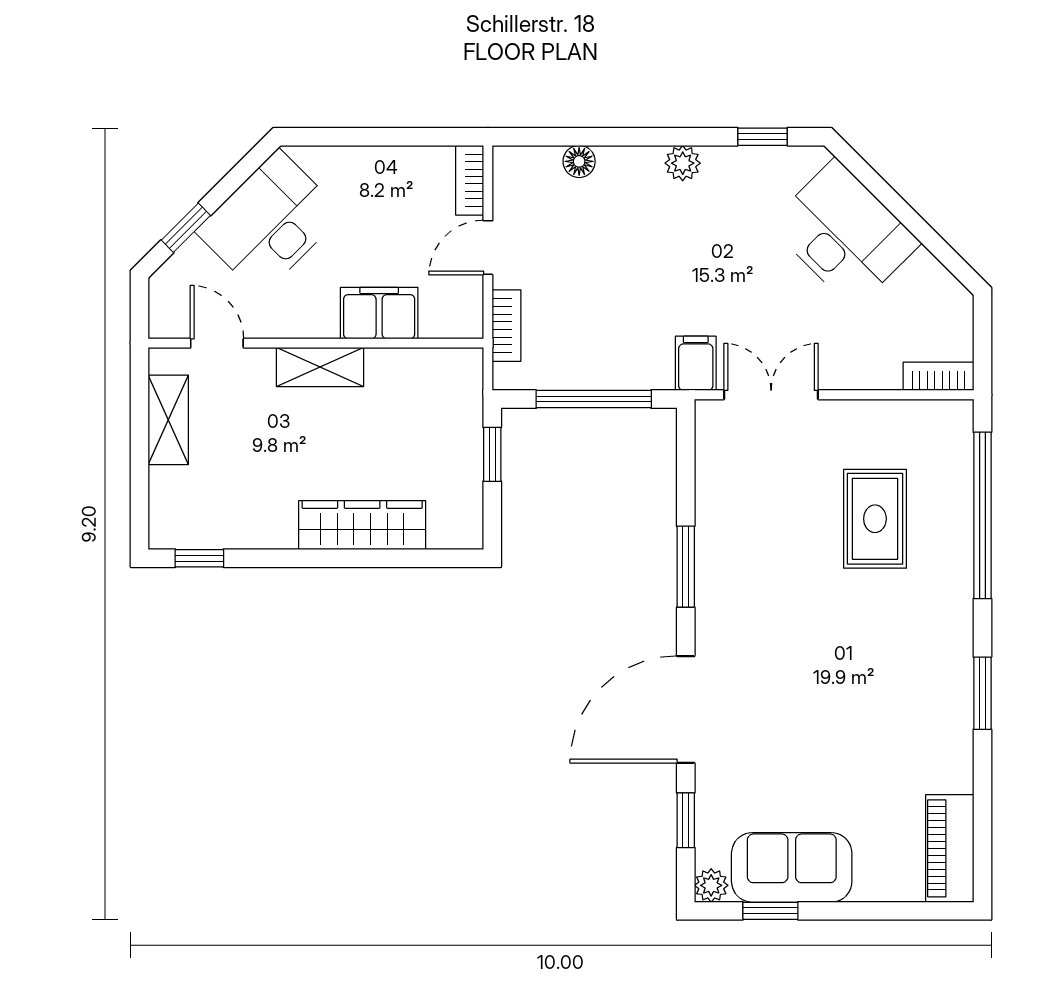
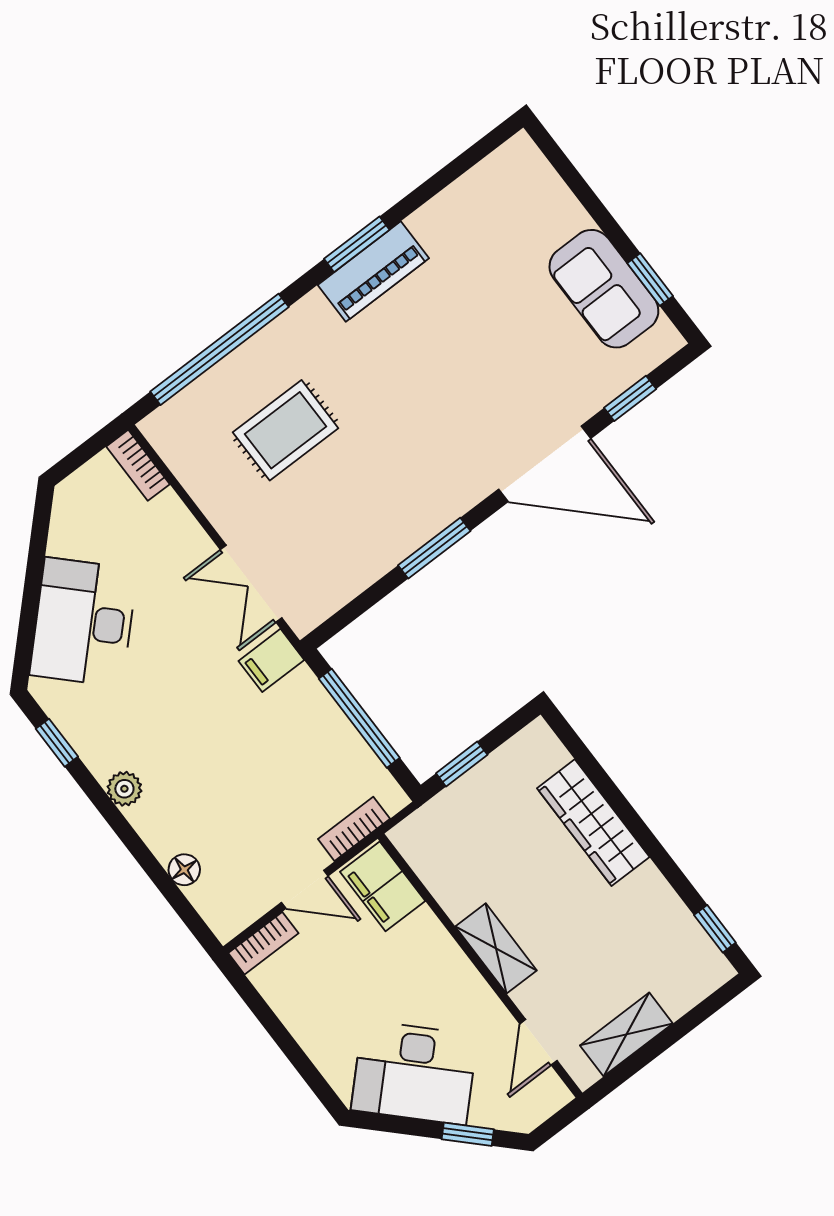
filing cabinet: (379, 313) -> (383, 886), moved
piano: (950, 848) -> (373, 272), moved
plant: (711, 885) -> (665, 340), removed

